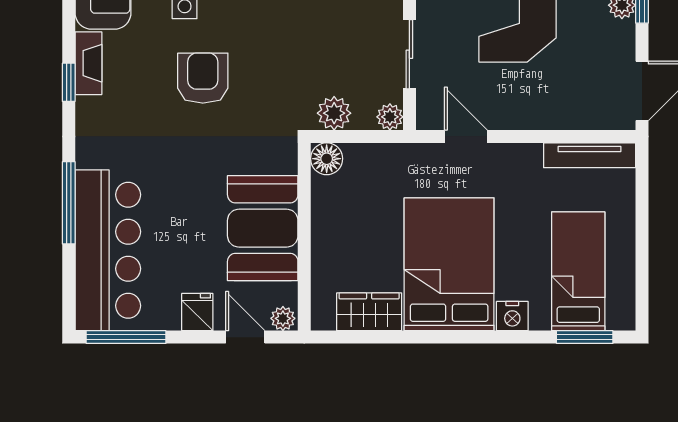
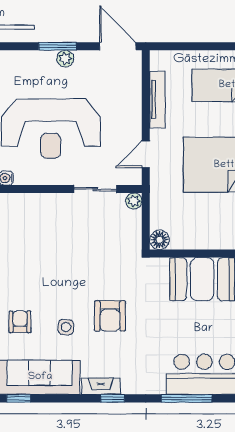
armchair: (203, 78) -> (110, 316), turned -90
plant: (334, 113) -> (132, 235), removed
tv unit: (590, 155) -> (157, 100), moved

